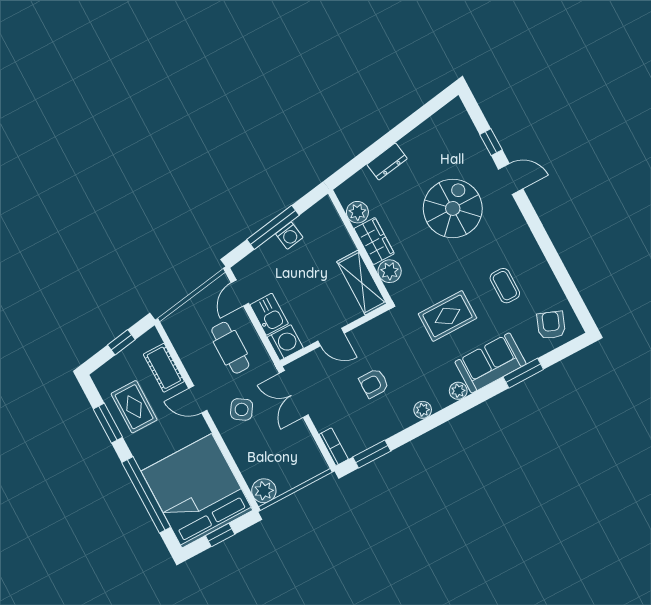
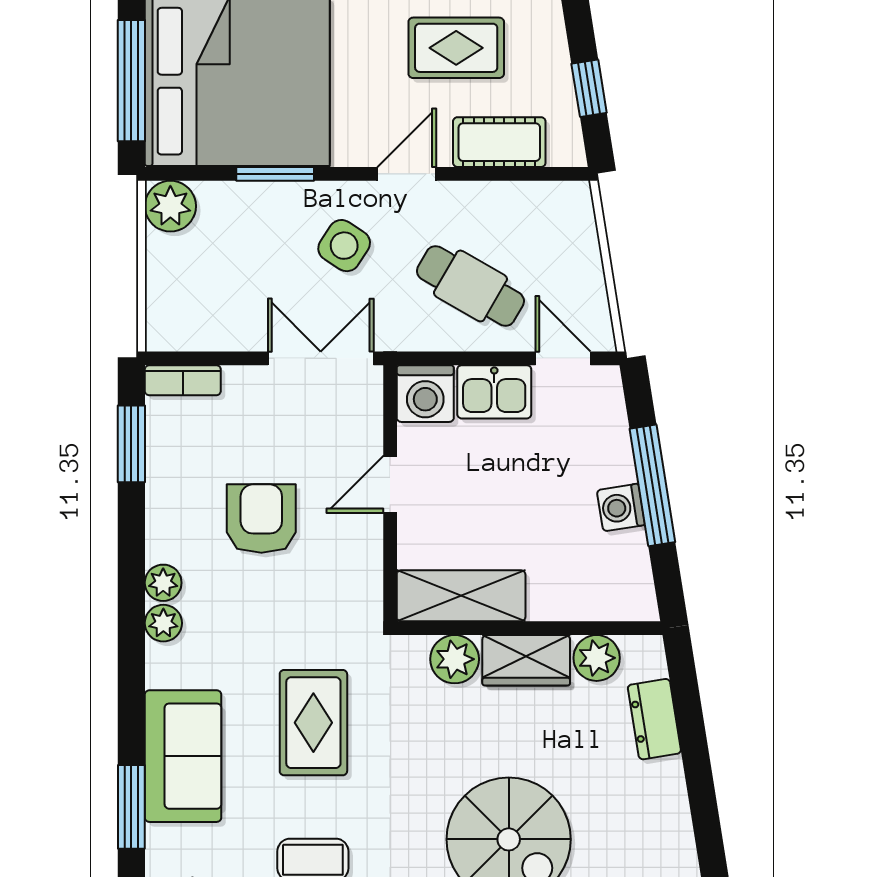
dresser: (387, 162) -> (654, 719), moved
cafe table: (230, 348) -> (470, 286), turned 30
armchair: (374, 383) -> (261, 519), width x1.38, depth x1.38
plant: (458, 391) -> (163, 623), moved
window: (227, 454) -> (275, 174), added
window: (220, 535) -> (131, 81), width x2.17

